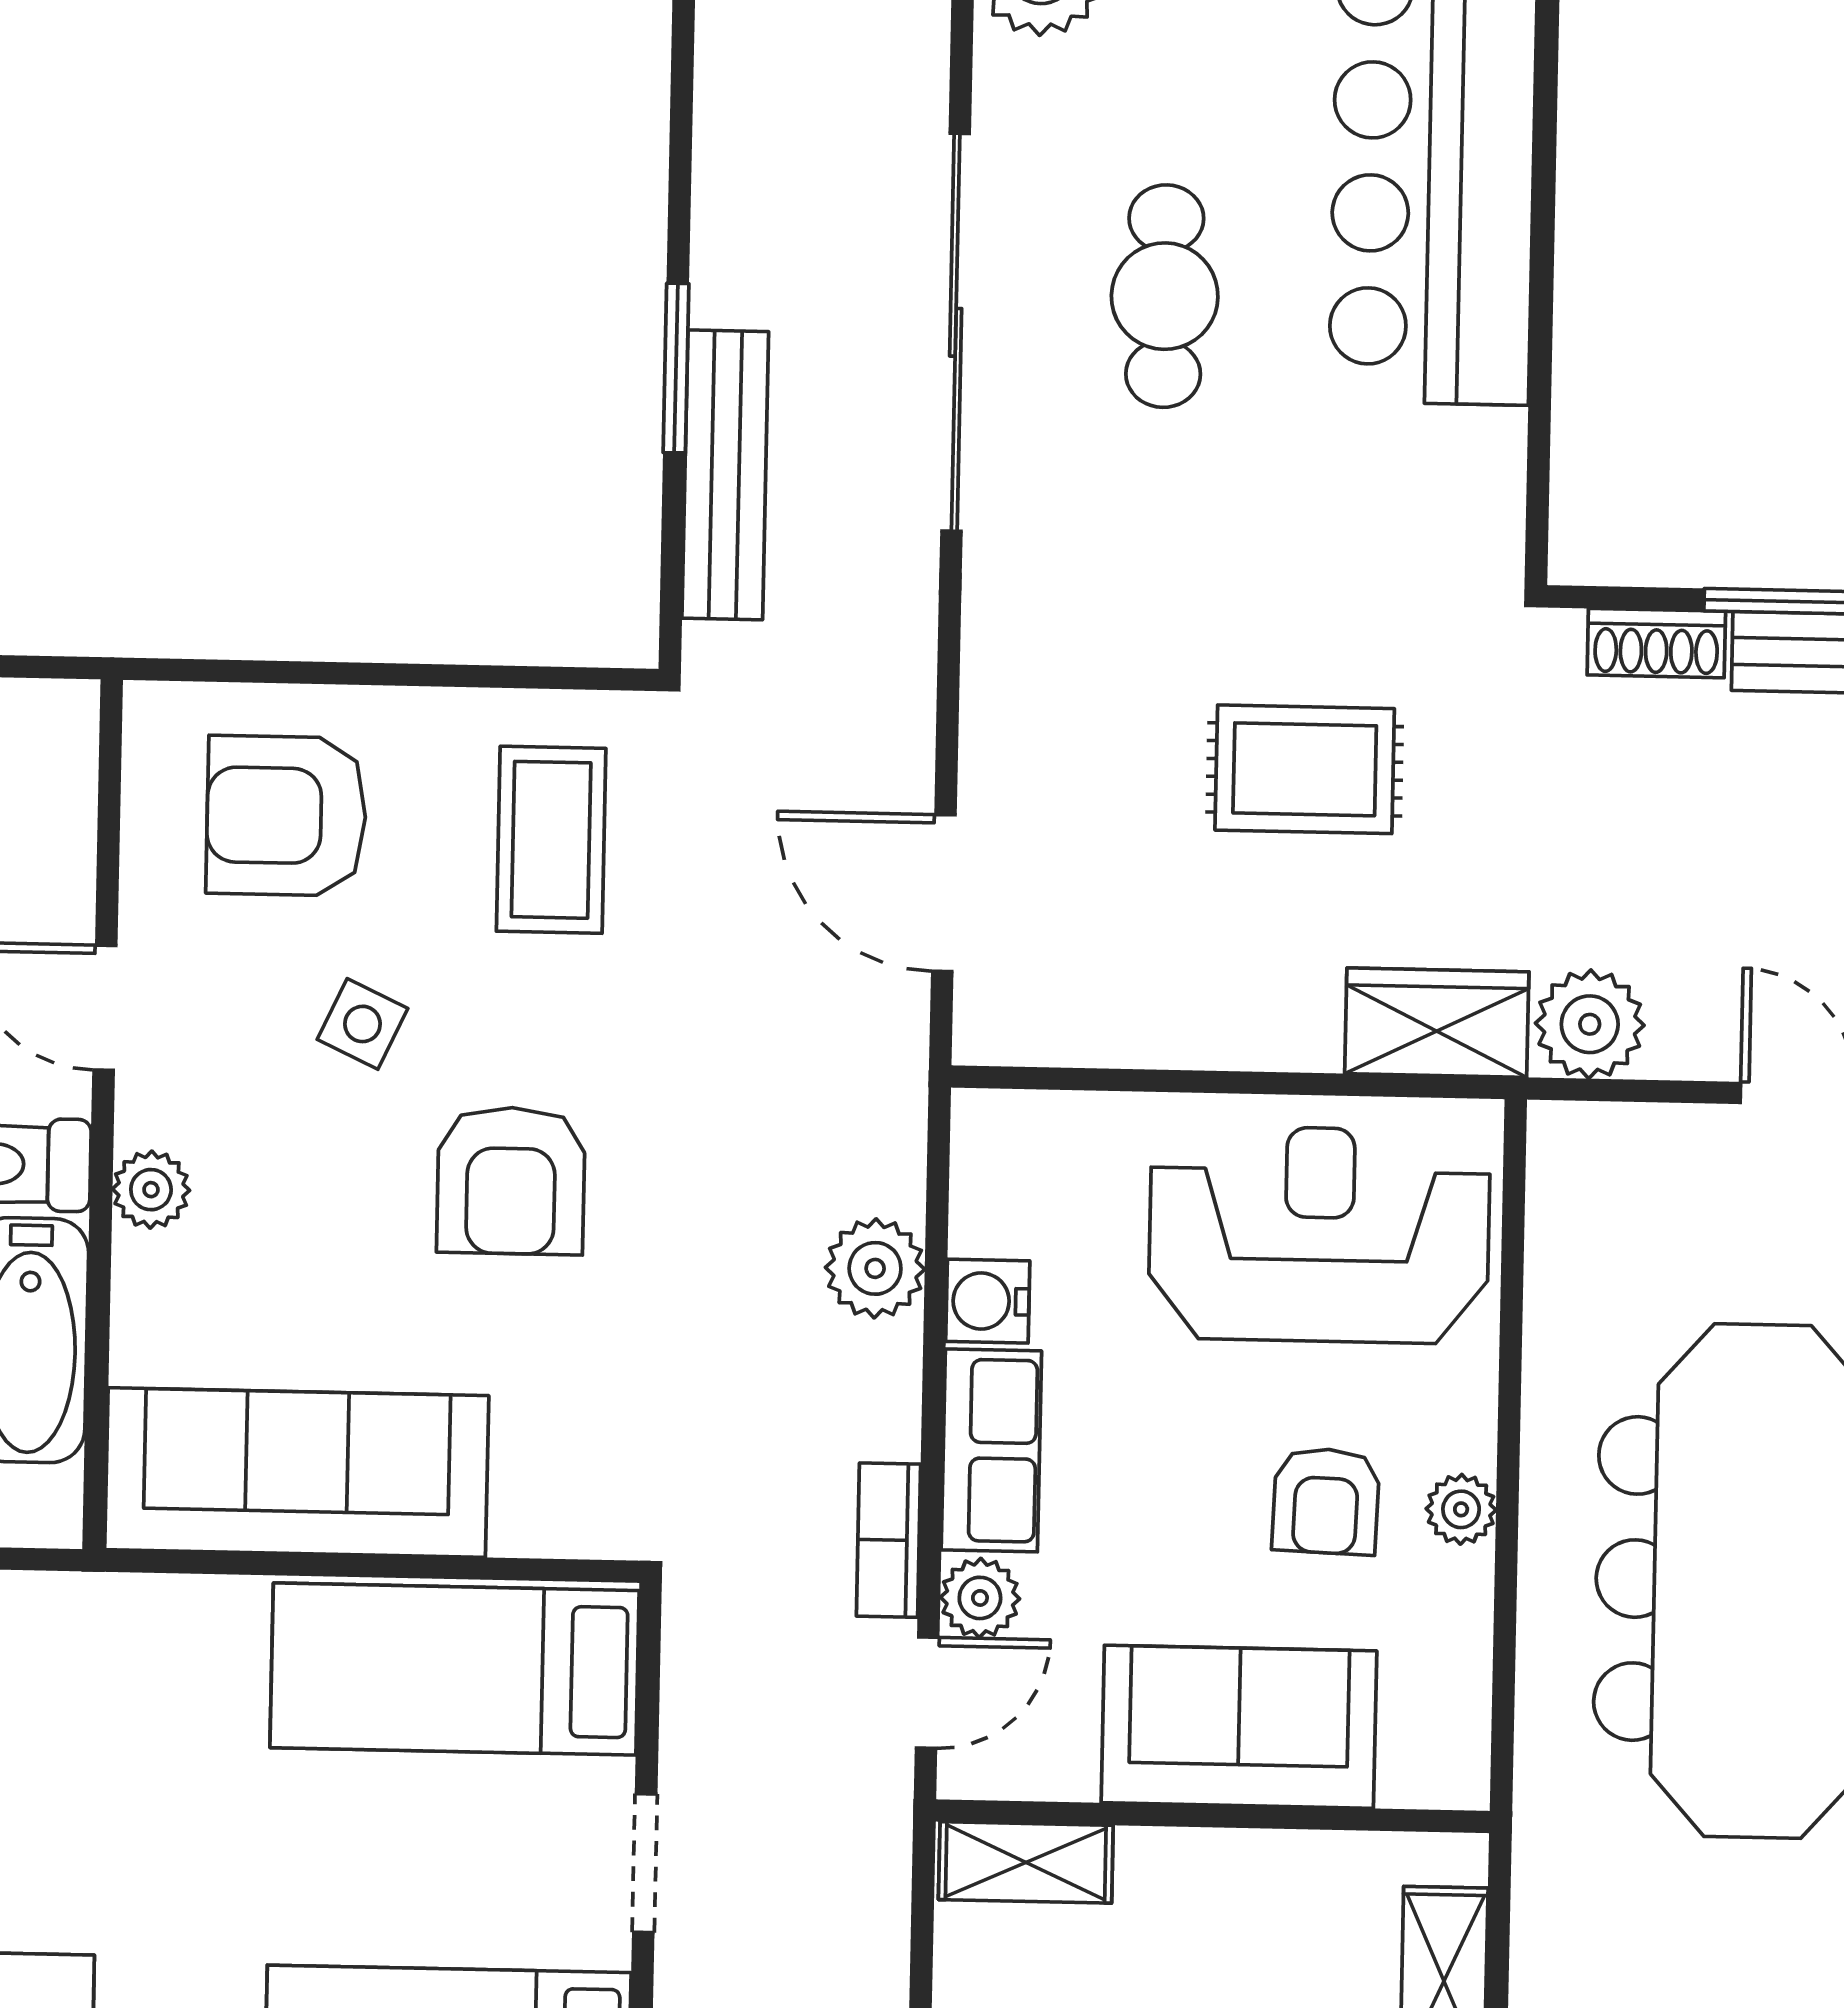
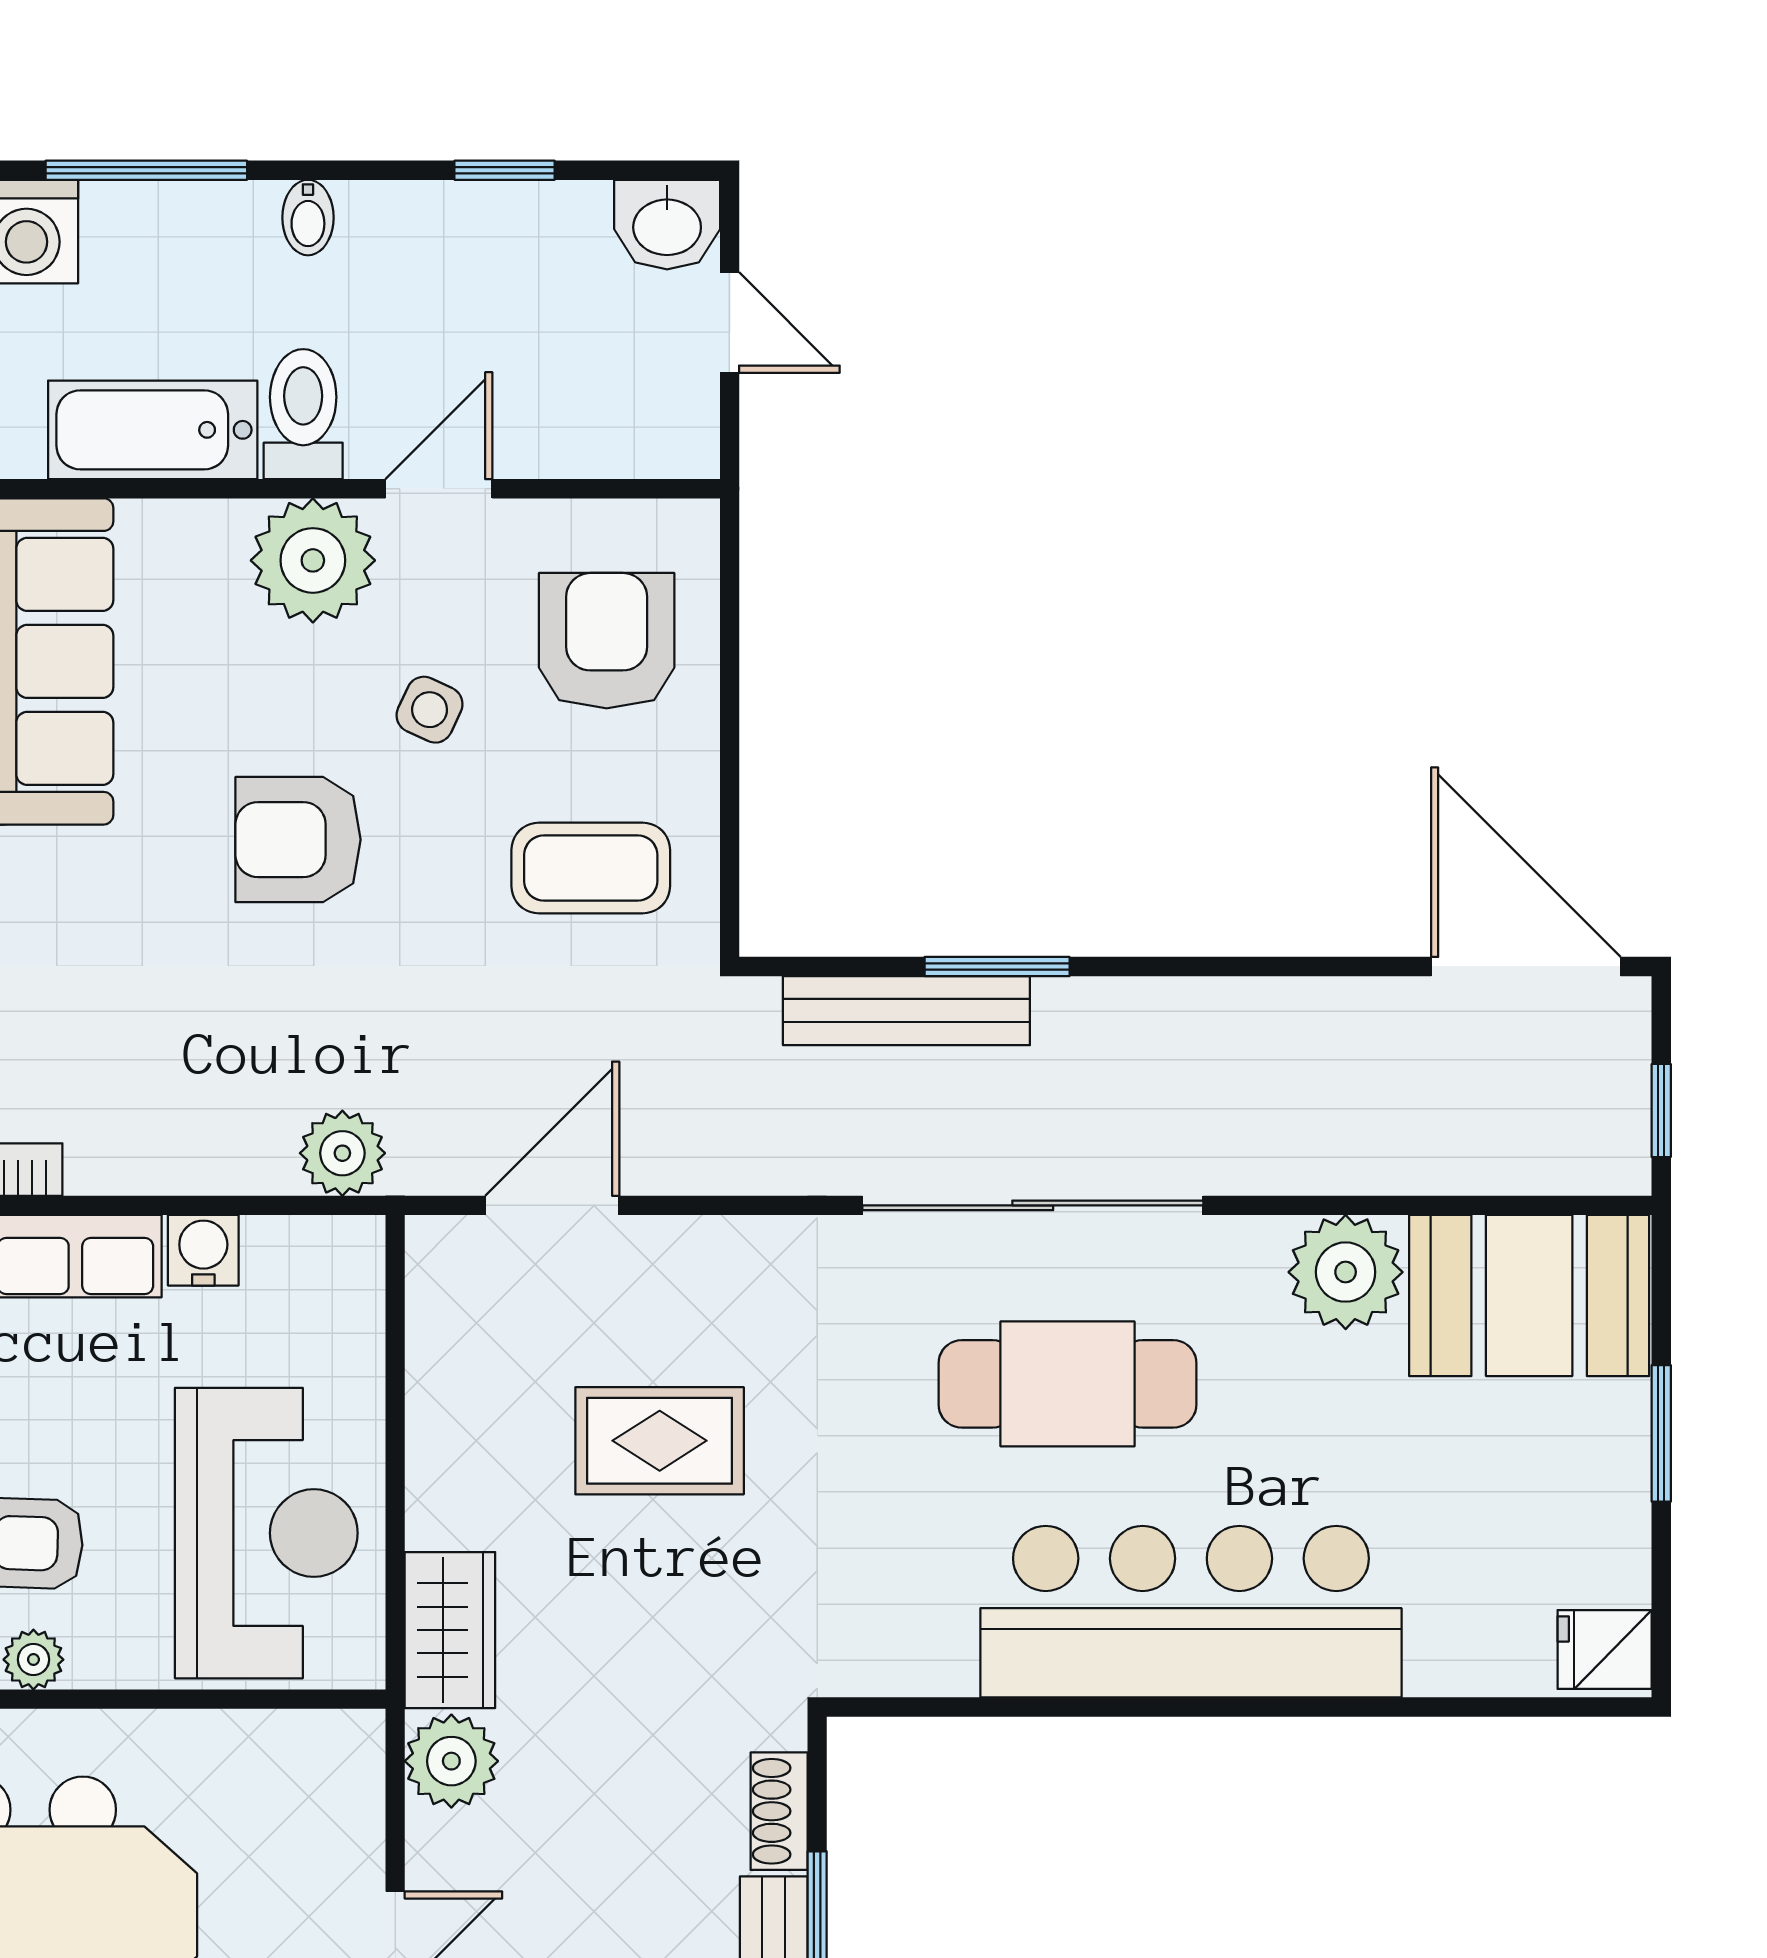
cafe table: (1165, 296) -> (1067, 1384), width x1.37, depth x1.35
rug: (1305, 769) -> (660, 1441), moved, turned 90
plant: (151, 1190) -> (313, 560), width x1.88, depth x1.88
plant: (875, 1268) -> (342, 1153), moved

